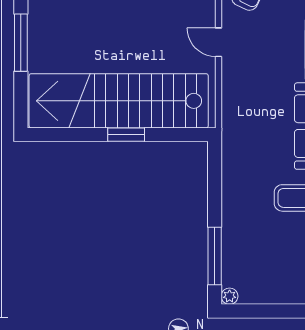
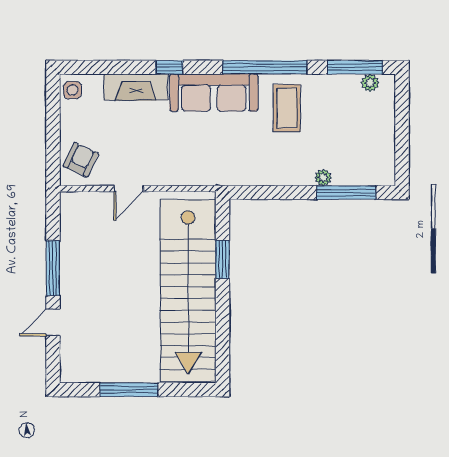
window: (126, 135) -> (223, 260), moved
plant: (230, 296) -> (323, 178), moved

